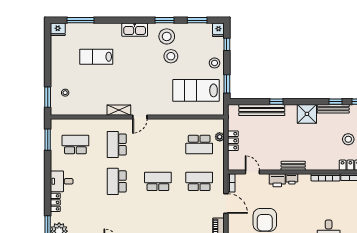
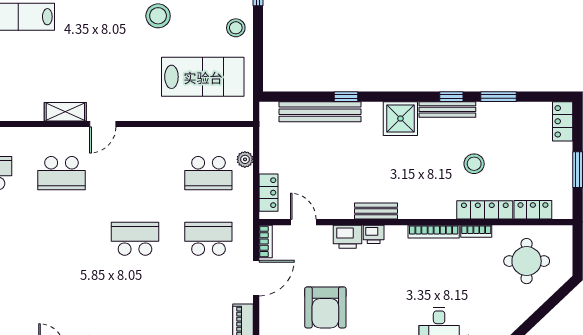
window: (227, 84) -> (258, 65), removed
lab bench: (196, 90) -> (203, 77), turned 180
locker: (233, 141) -> (268, 193), moved
school desk: (117, 145) -> (61, 173), turned -90
school desk: (117, 181) -> (61, 239), removed
door: (226, 203) -> (256, 278), hinge flipped

